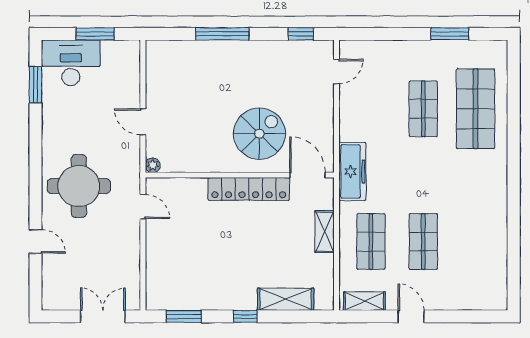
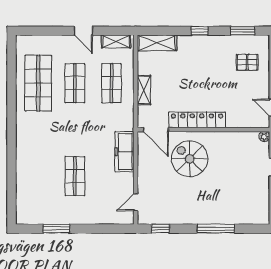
shop shelf: (476, 109) -> (38, 83), moved
spiral stairs: (259, 134) -> (190, 159), turned 90
freezer: (352, 171) -> (125, 152), moved
pallet: (177, 271) -> (247, 62), added
shelving: (286, 299) -> (157, 43), moved

